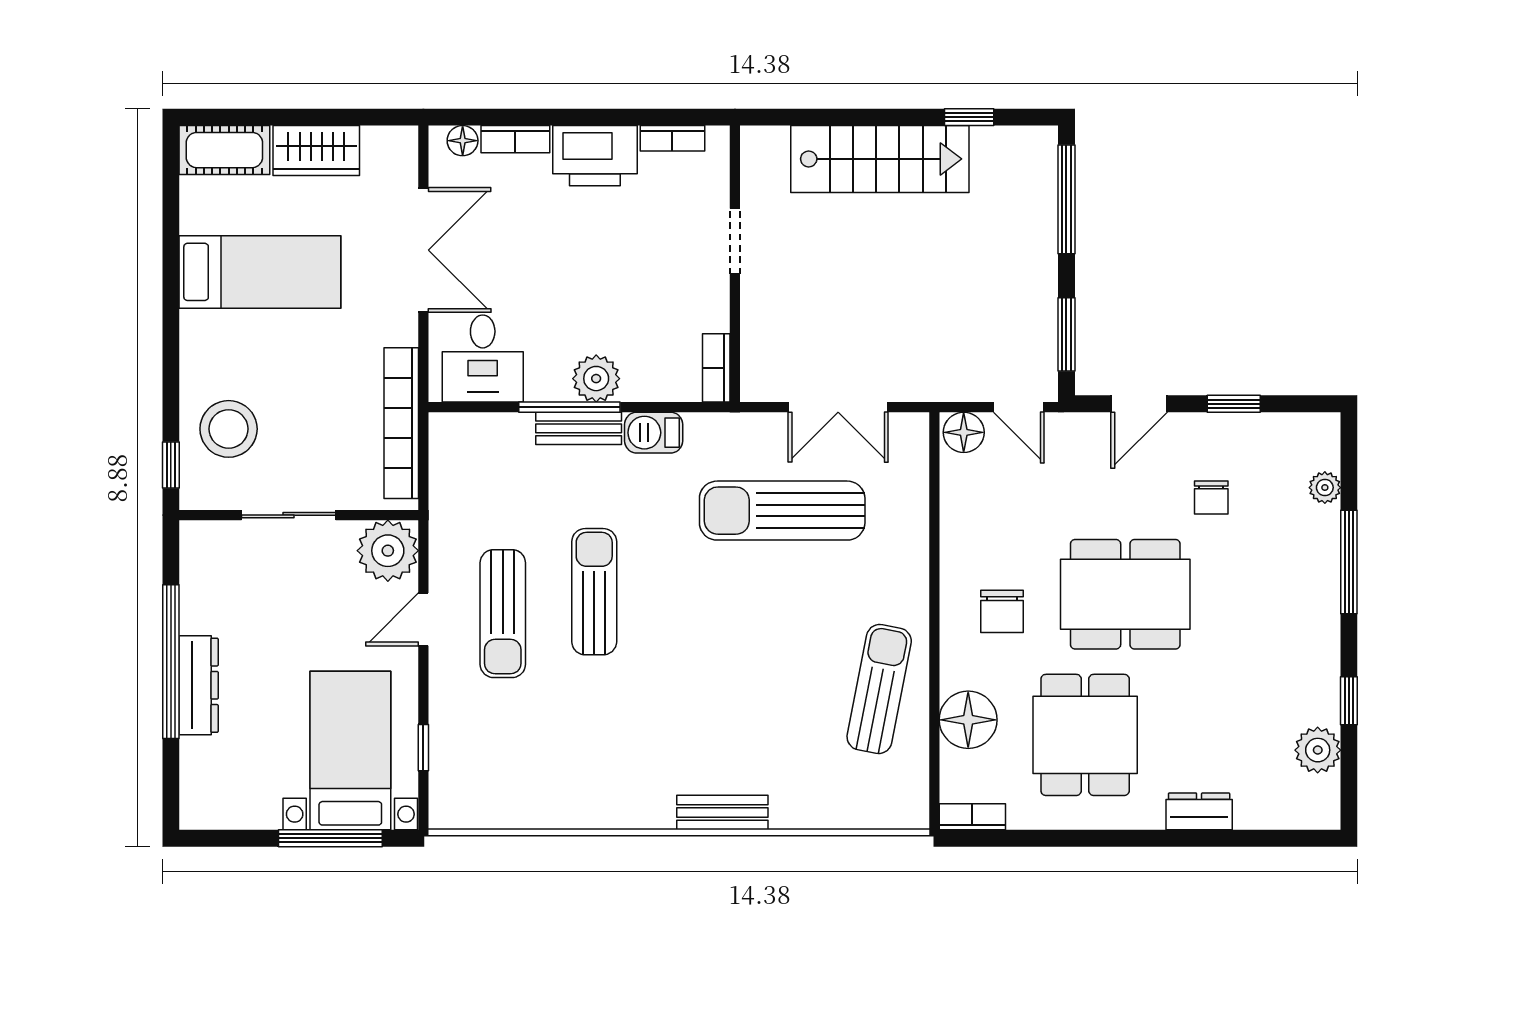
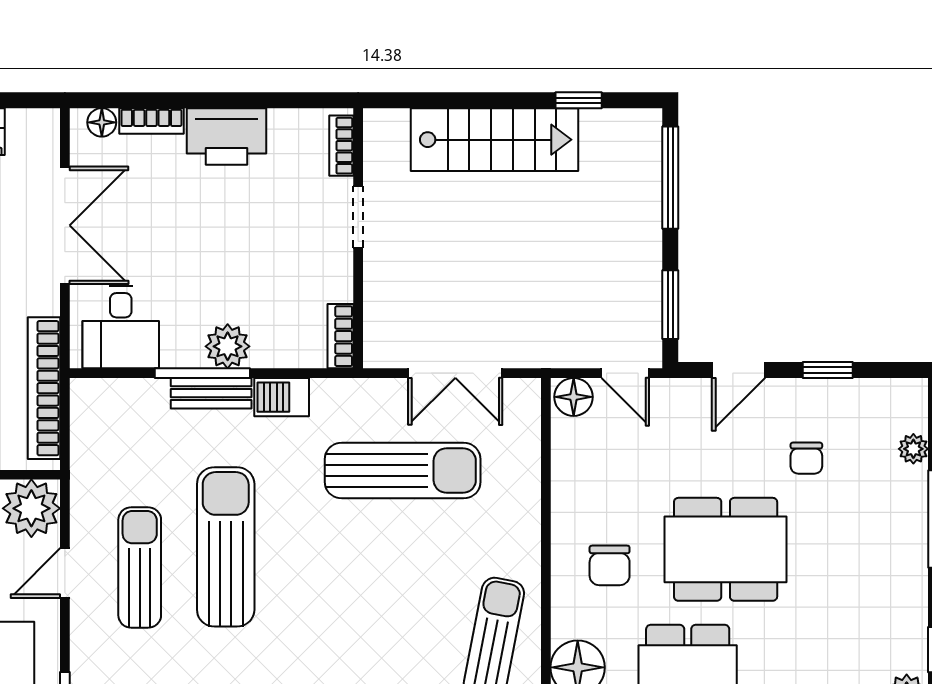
bookcase: (672, 138) -> (341, 146), moved, turned 90
sun lounger: (782, 511) -> (403, 471), turned 180
sun lounger: (594, 592) -> (226, 547), width x1.36, depth x1.34
sun lounger: (503, 614) -> (140, 568), turned 180

